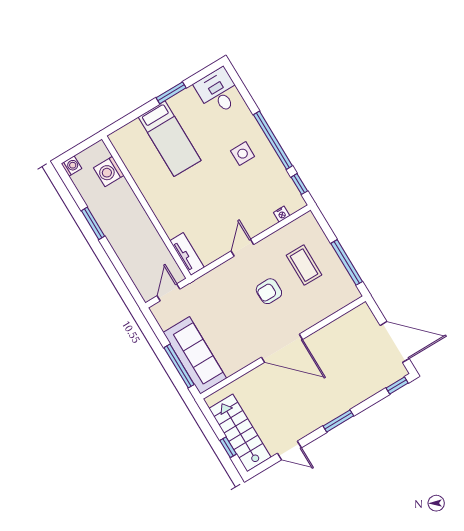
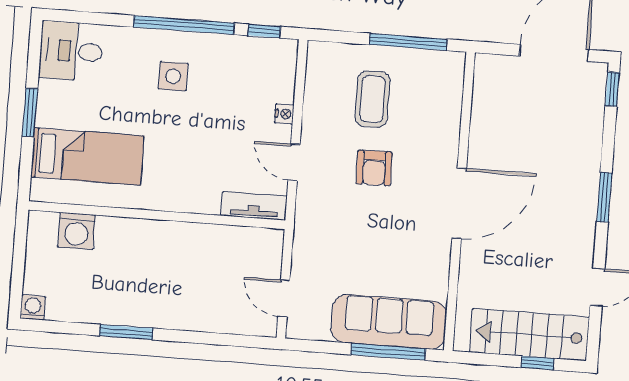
washing machine: (109, 171) -> (77, 231), moved
wall: (146, 207) -> (157, 215), moved
nightstand: (282, 214) -> (284, 114), moved
tv unit: (187, 254) -> (254, 206), moved
coffee table: (304, 265) -> (373, 99), turned 90

